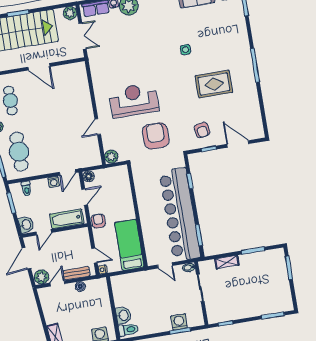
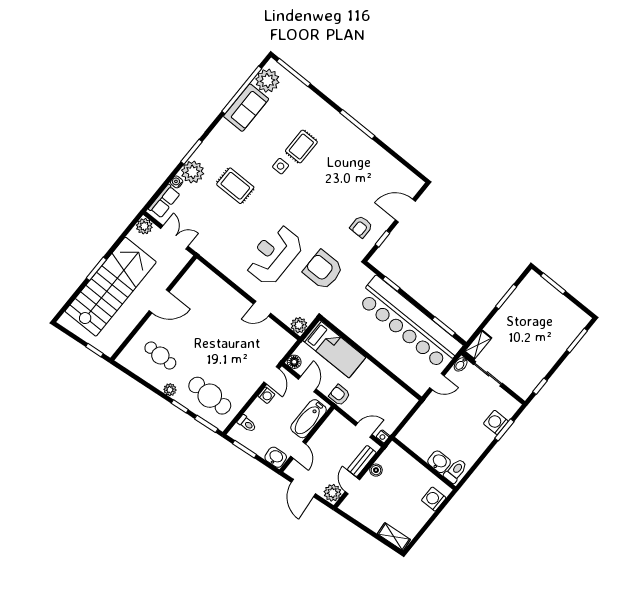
rug: (147, 37) -> (235, 186), added
rug: (214, 84) -> (301, 147), moved, width x0.73, depth x0.70
door: (98, 127) -> (262, 309), hinge flipped
armchair: (202, 130) -> (361, 227), turned 98
bed: (129, 245) -> (334, 349), moved, turned 180
shelving: (227, 262) -> (478, 345), moved

